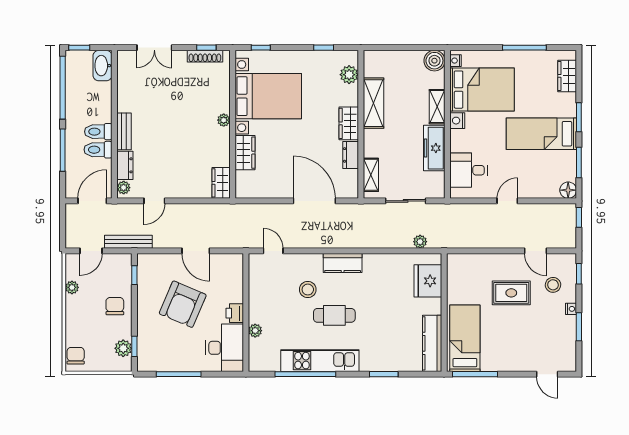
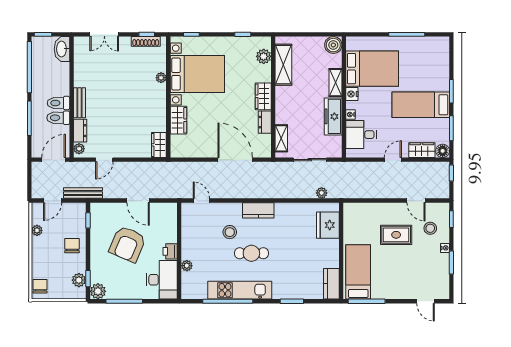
nightstand: (455, 61) -> (350, 115), moved
wardrobe: (567, 76) -> (422, 150), moved, turned 90
shelving: (373, 103) -> (283, 65), moved
plant: (224, 120) -> (161, 78), moved
kitchen counter: (432, 343) -> (331, 284), width x0.67
plant: (147, 362) -> (98, 291), added

